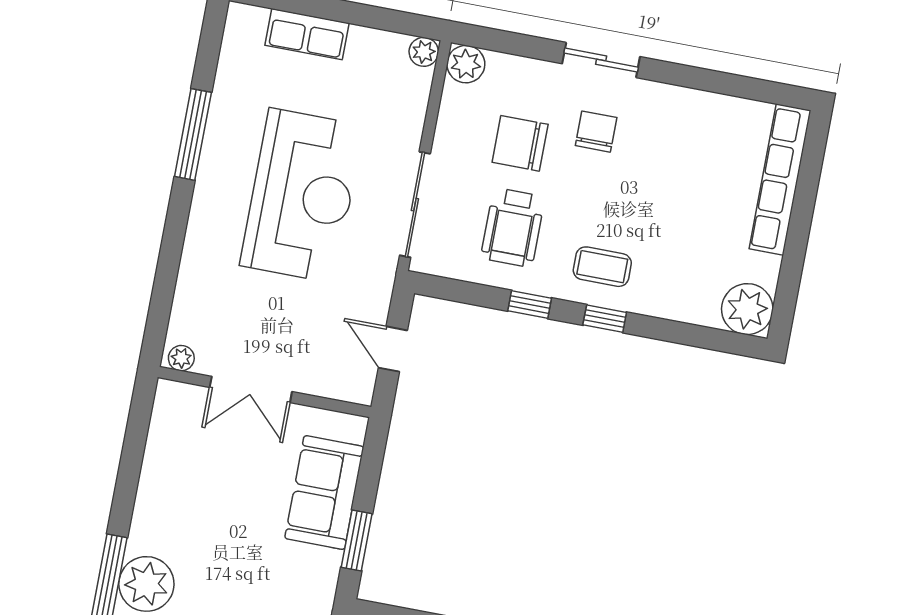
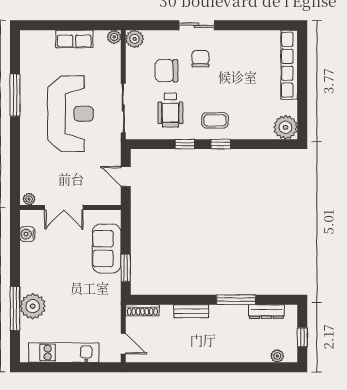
row of seats: (307, 34) -> (74, 39), moved
water cooler: (164, 431) -> (27, 234), added

